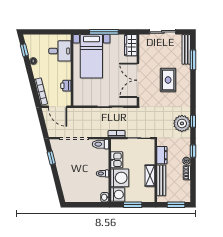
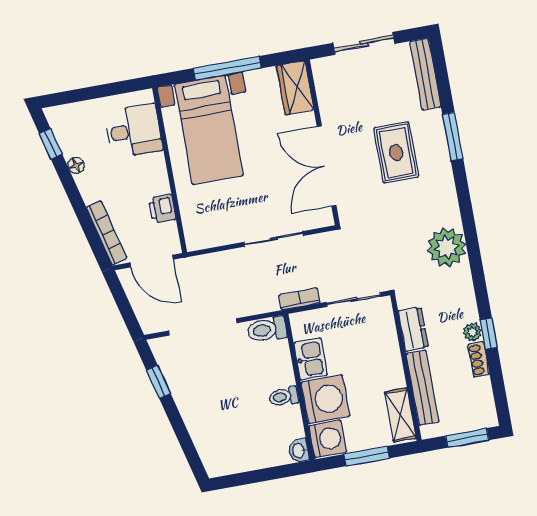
window: (193, 60) -> (453, 137), moved
window: (193, 121) -> (471, 238), removed
window: (193, 151) -> (489, 334), moved
shelving: (150, 176) -> (400, 415), moved

